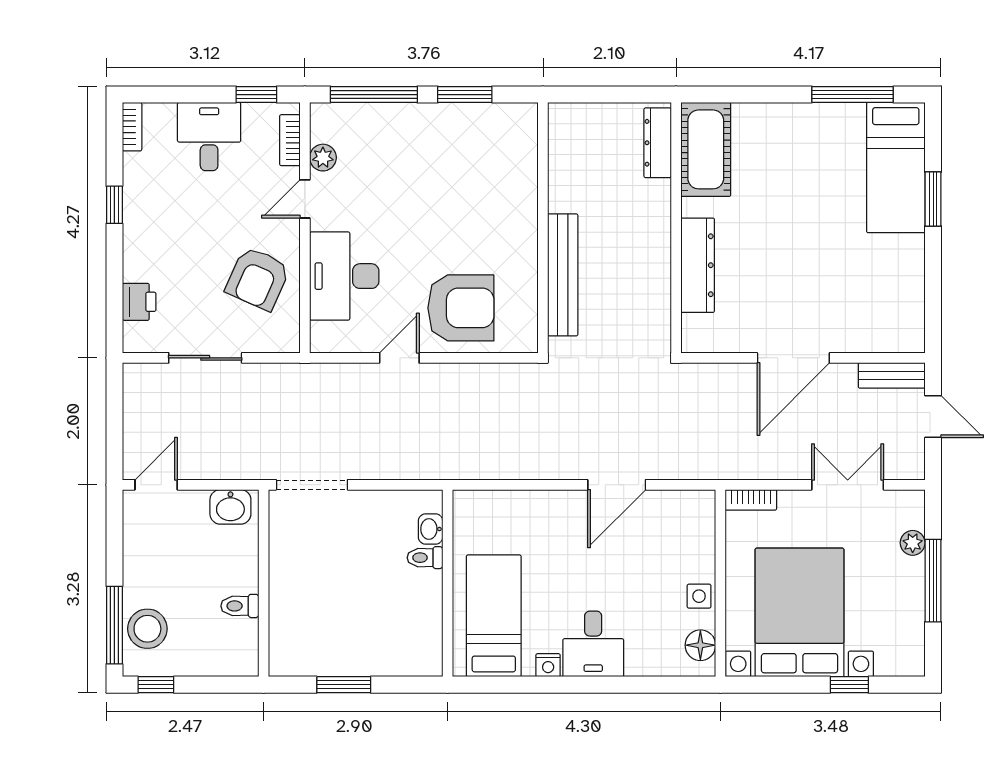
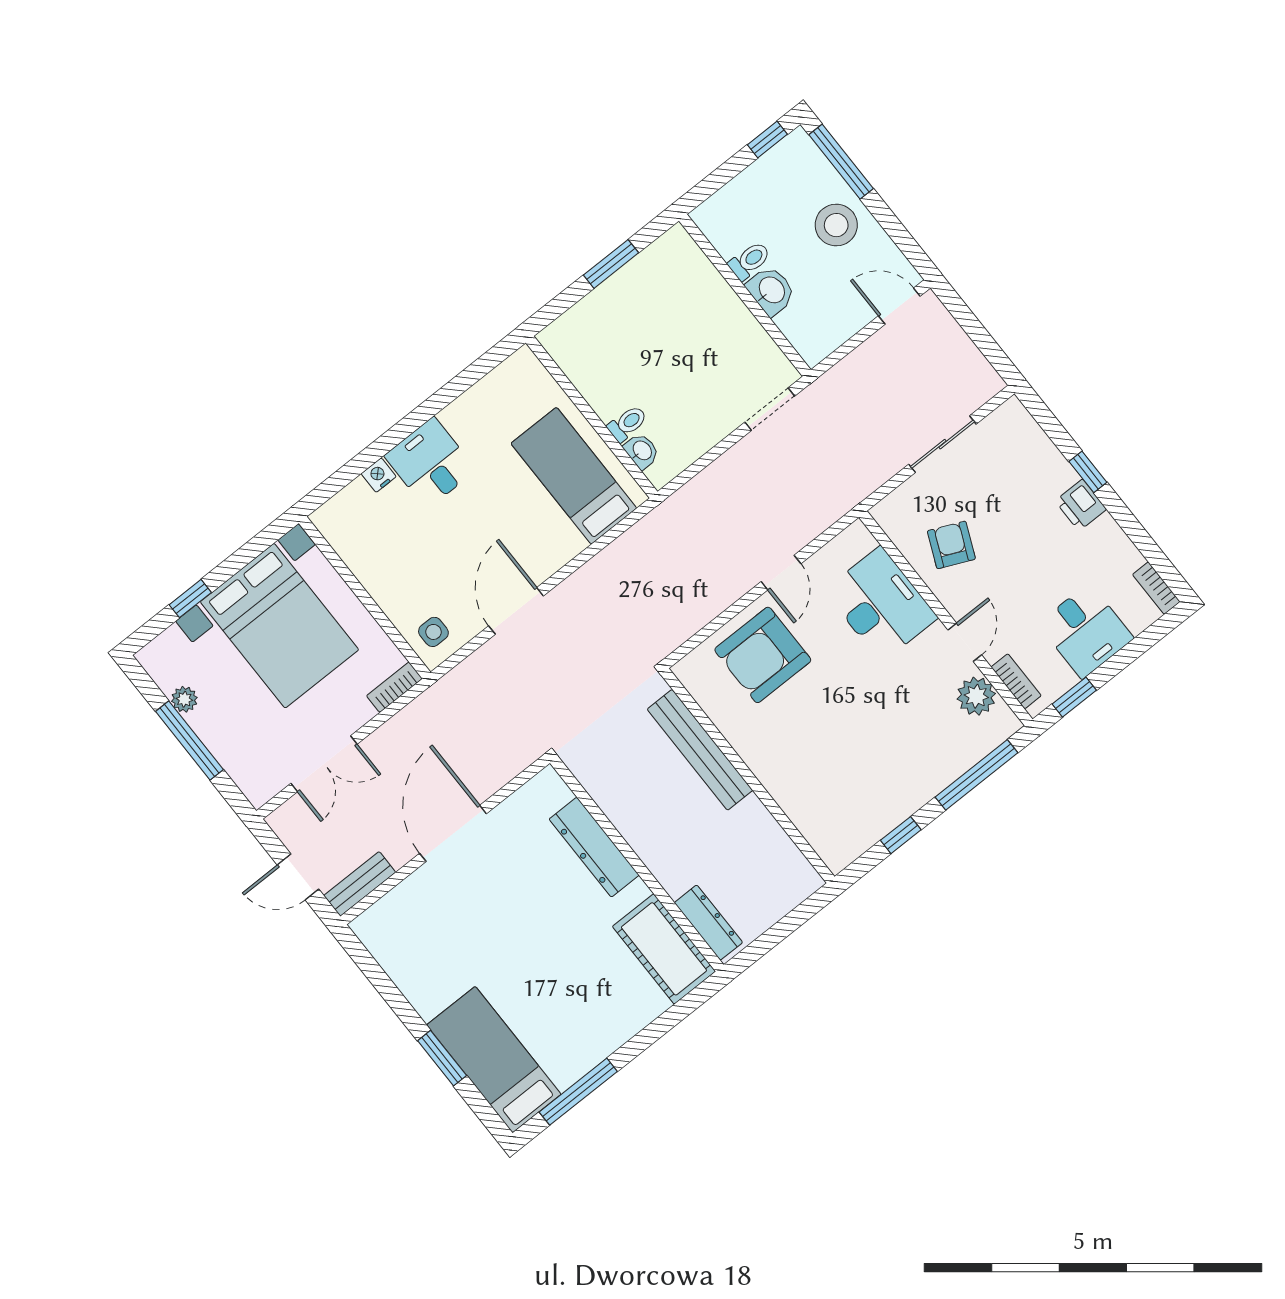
window: (465, 95) -> (901, 835), width x0.67
plant: (323, 158) -> (976, 696), width x1.38, depth x1.38
window: (114, 205) -> (1088, 472), moved
armchair: (258, 278) -> (951, 545), width x0.72, depth x0.72
printer: (139, 302) -> (1081, 505), moved
door: (156, 485) -> (899, 306), swing flipped
doorway: (312, 485) -> (770, 409), width x0.73
washbasin: (230, 507) -> (771, 291), moved, turned 90
plant: (913, 543) -> (184, 699), moved
side table: (699, 596) -> (433, 632), moved
bed: (494, 616) -> (574, 476), moved, turned 180
stool: (147, 629) -> (836, 225), moved
floor lamp: (700, 645) -> (340, 533), removed
nightstand: (548, 665) -> (379, 475), moved

